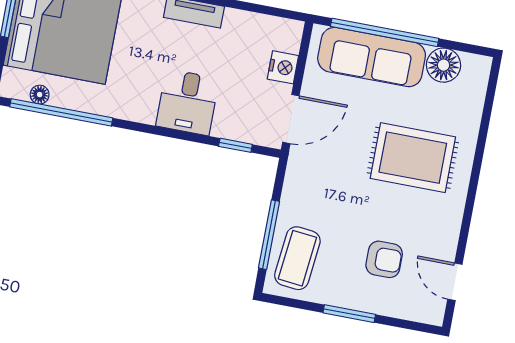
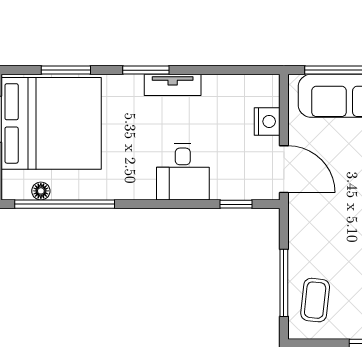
door: (291, 119) -> (284, 169), hinge flipped
coffee table: (297, 258) -> (315, 300), width x0.73, depth x0.77

